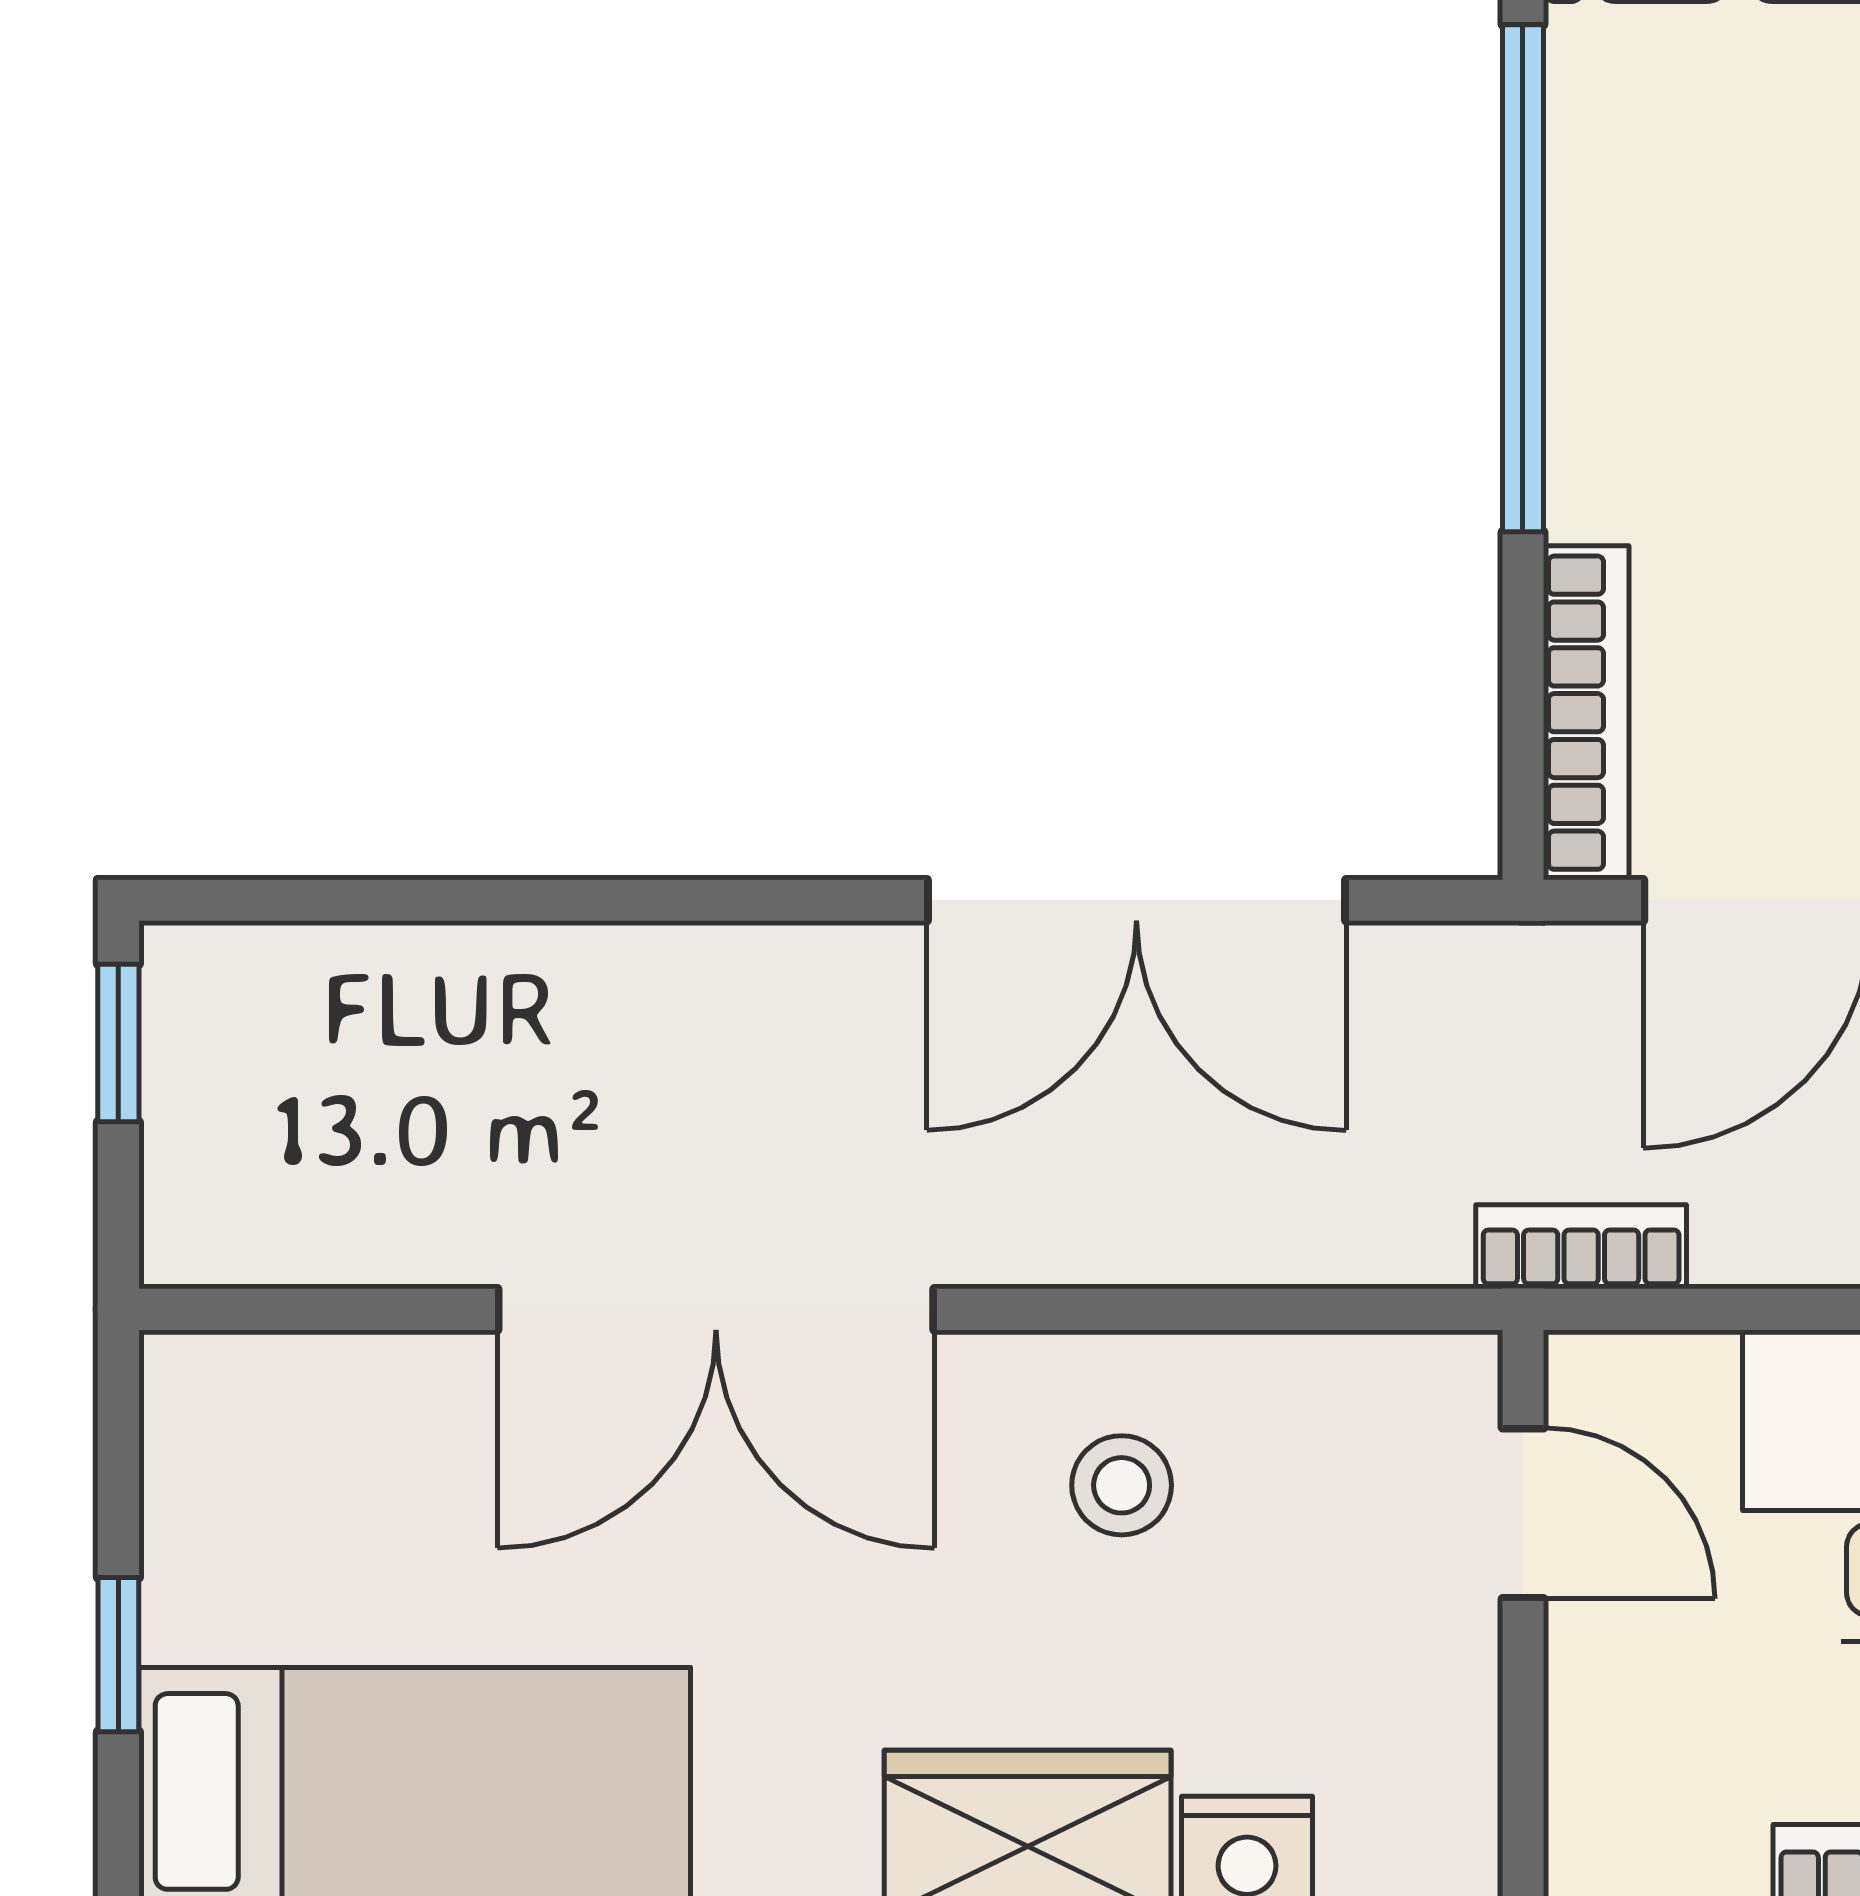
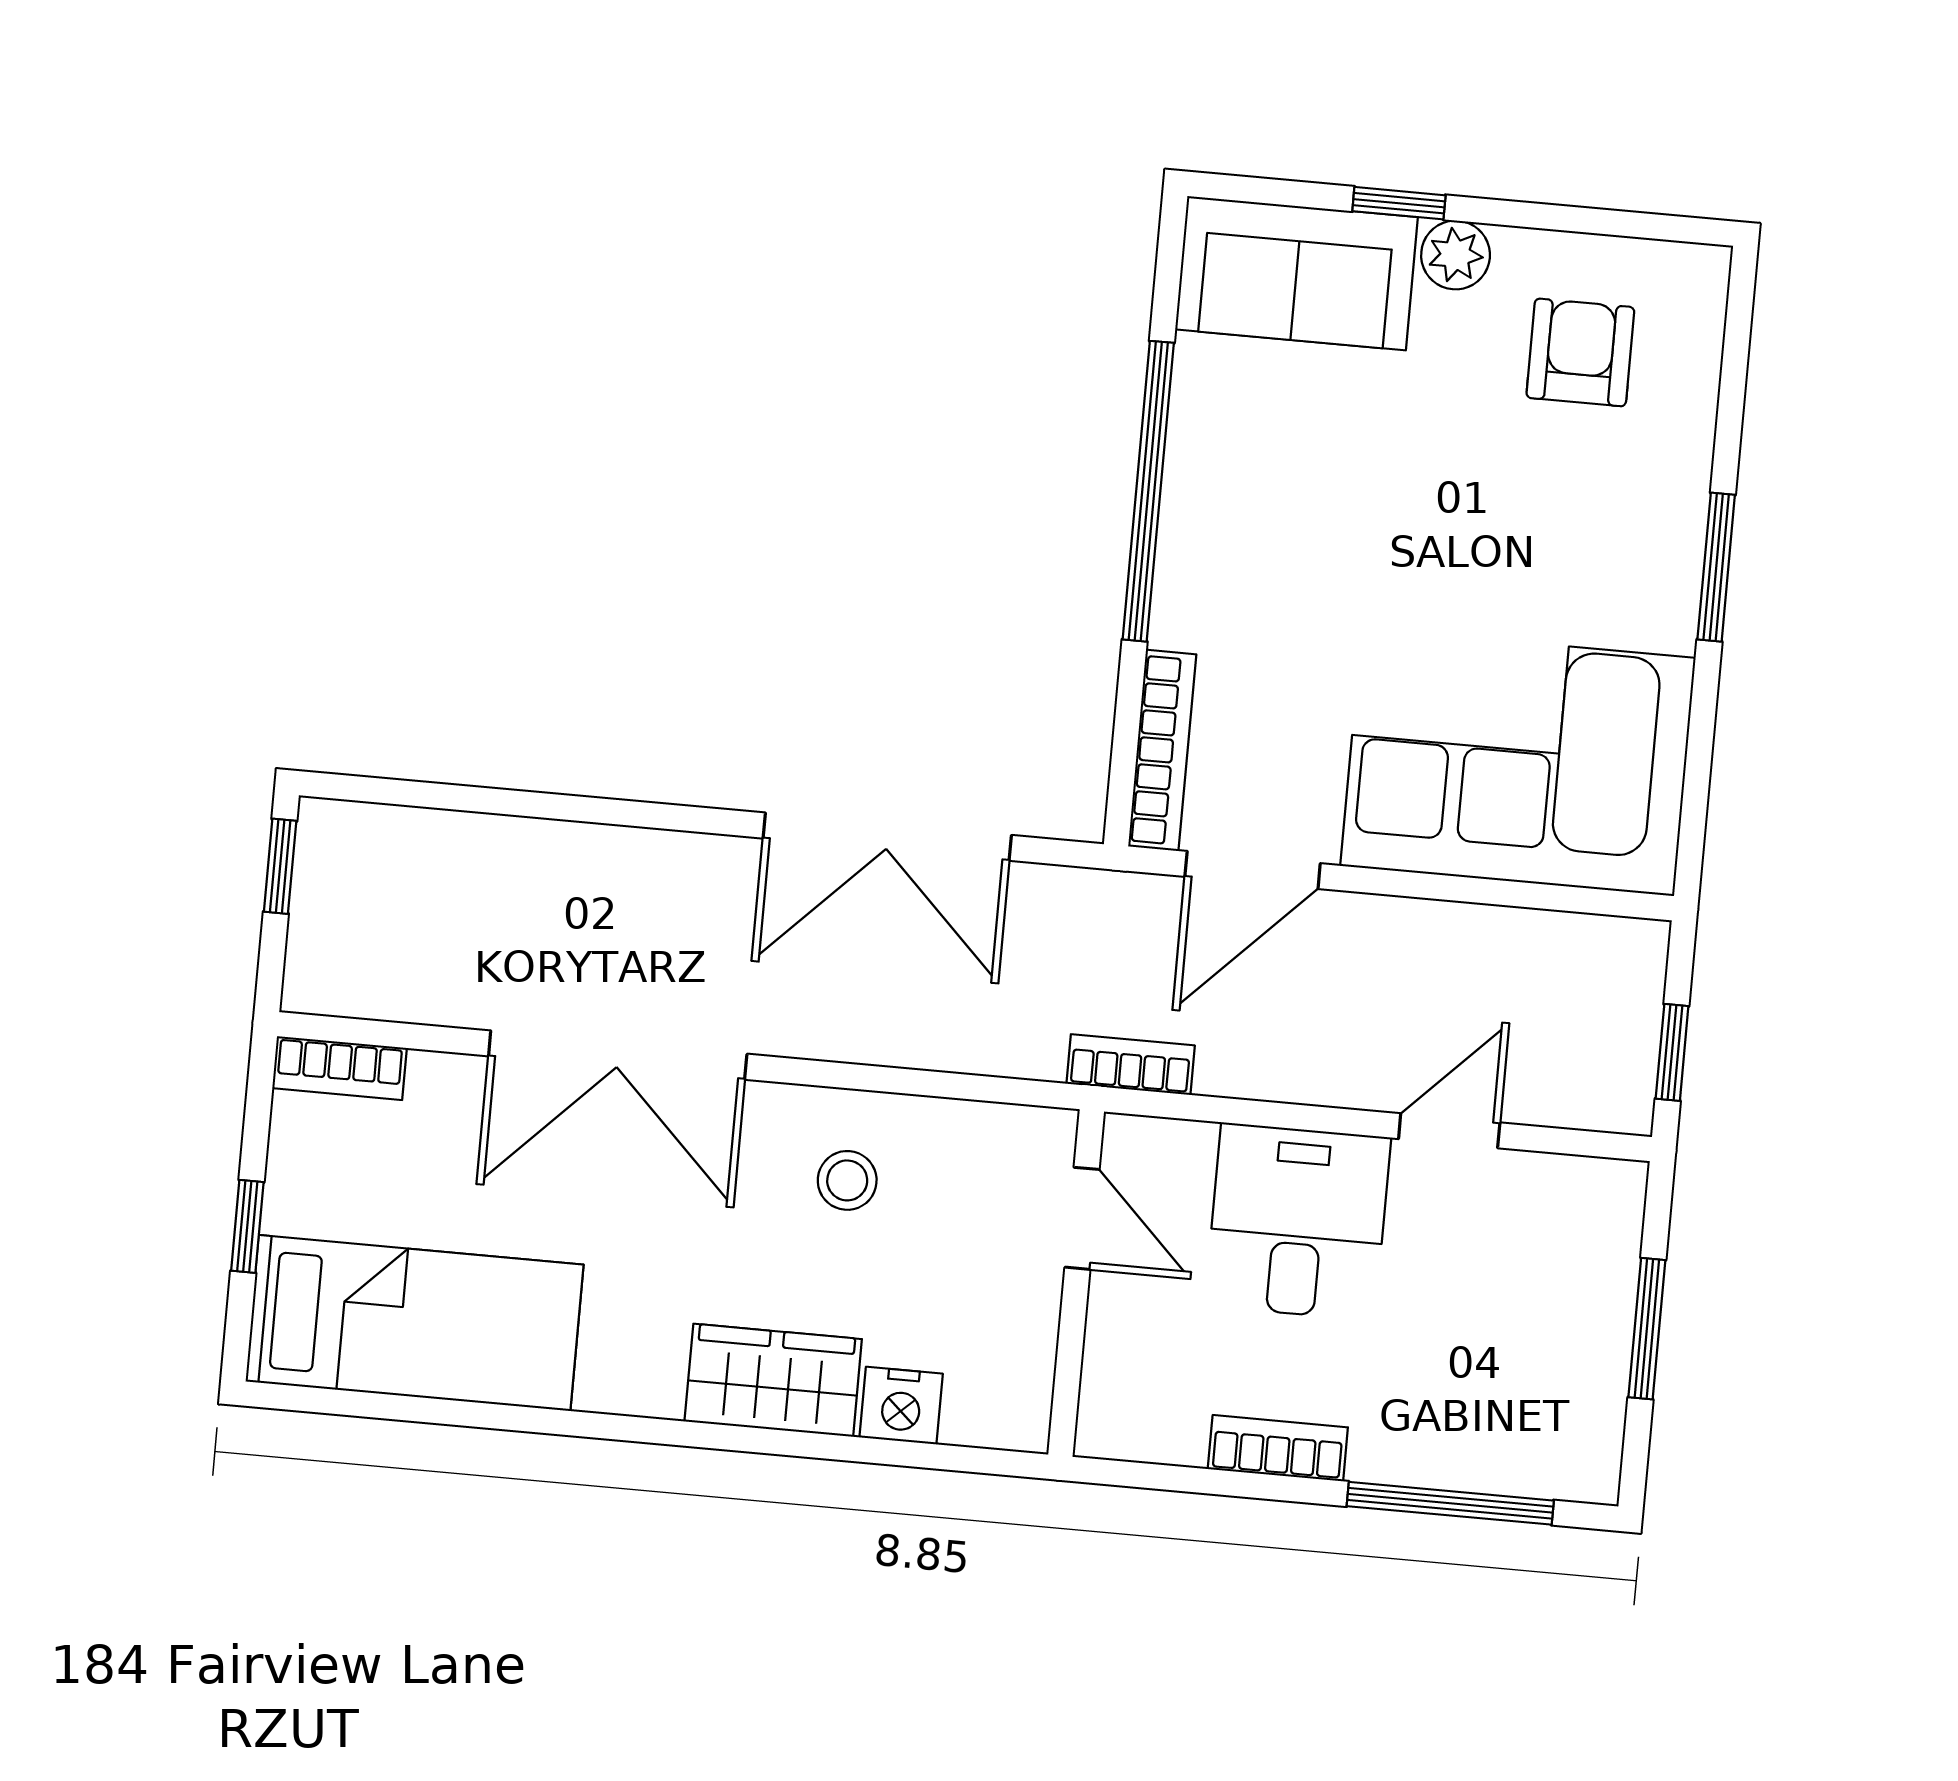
bookcase: (249, 1374) -> (339, 1068), added

